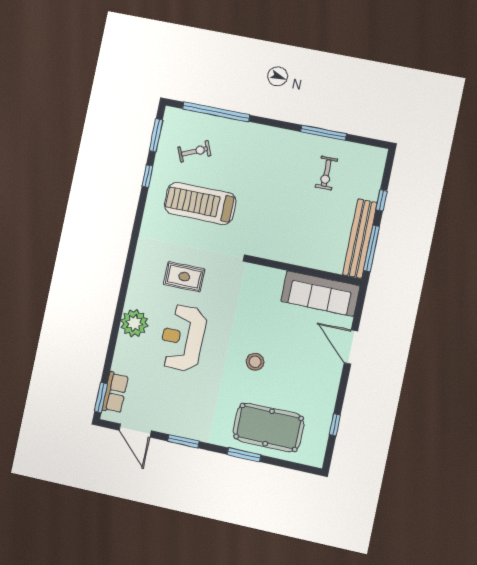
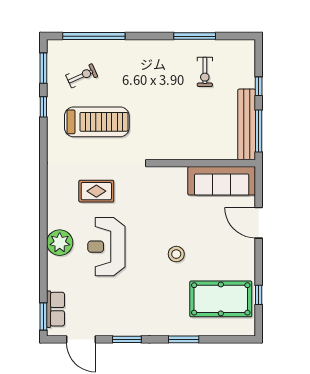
treadmill: (200, 203) -> (97, 122), turned 180
pool table: (269, 427) -> (221, 299), moved

